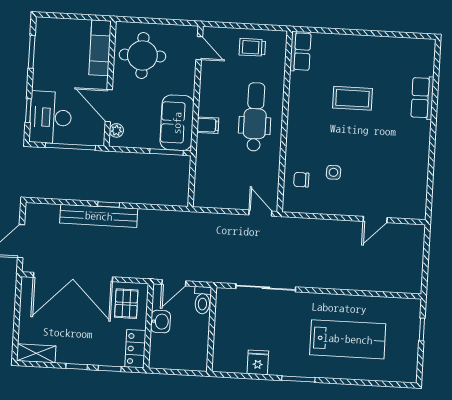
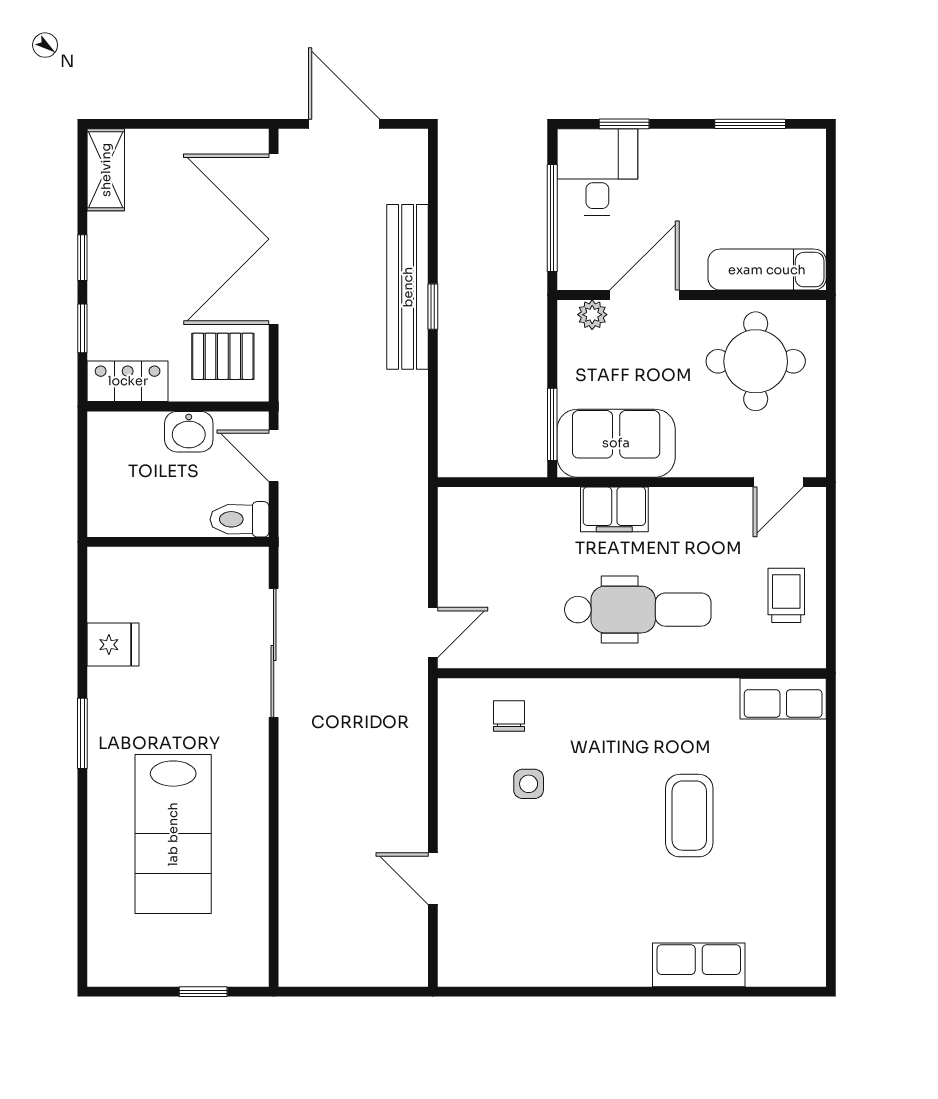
desk: (51, 117) -> (597, 172), width x0.73
filing cabinet: (208, 125) -> (614, 509), width x2.00

